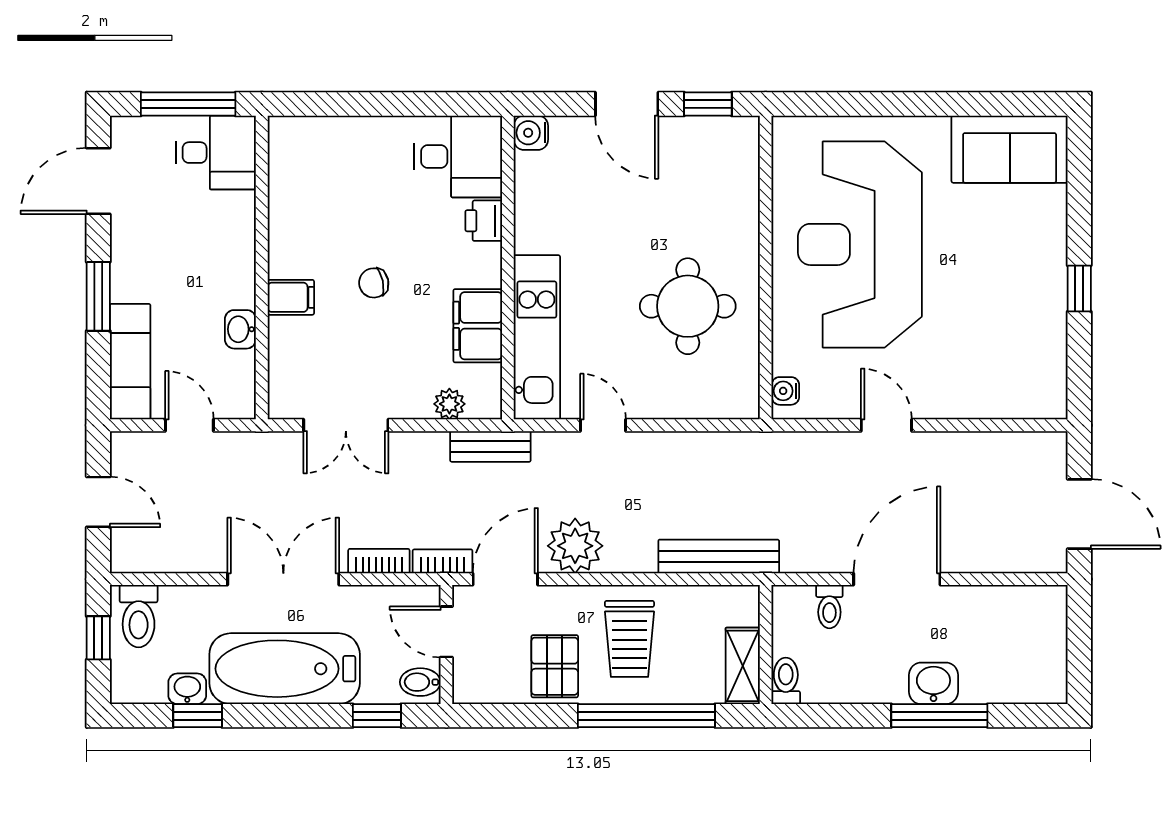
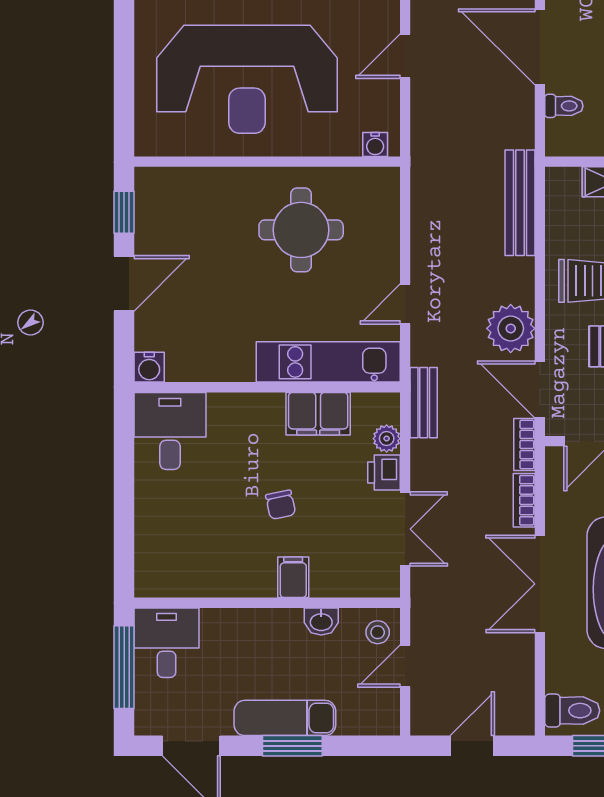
printer: (484, 221) -> (384, 472), moved, turned 90
exam couch: (130, 362) -> (285, 718), moved
stool: (228, 394) -> (378, 632), added

